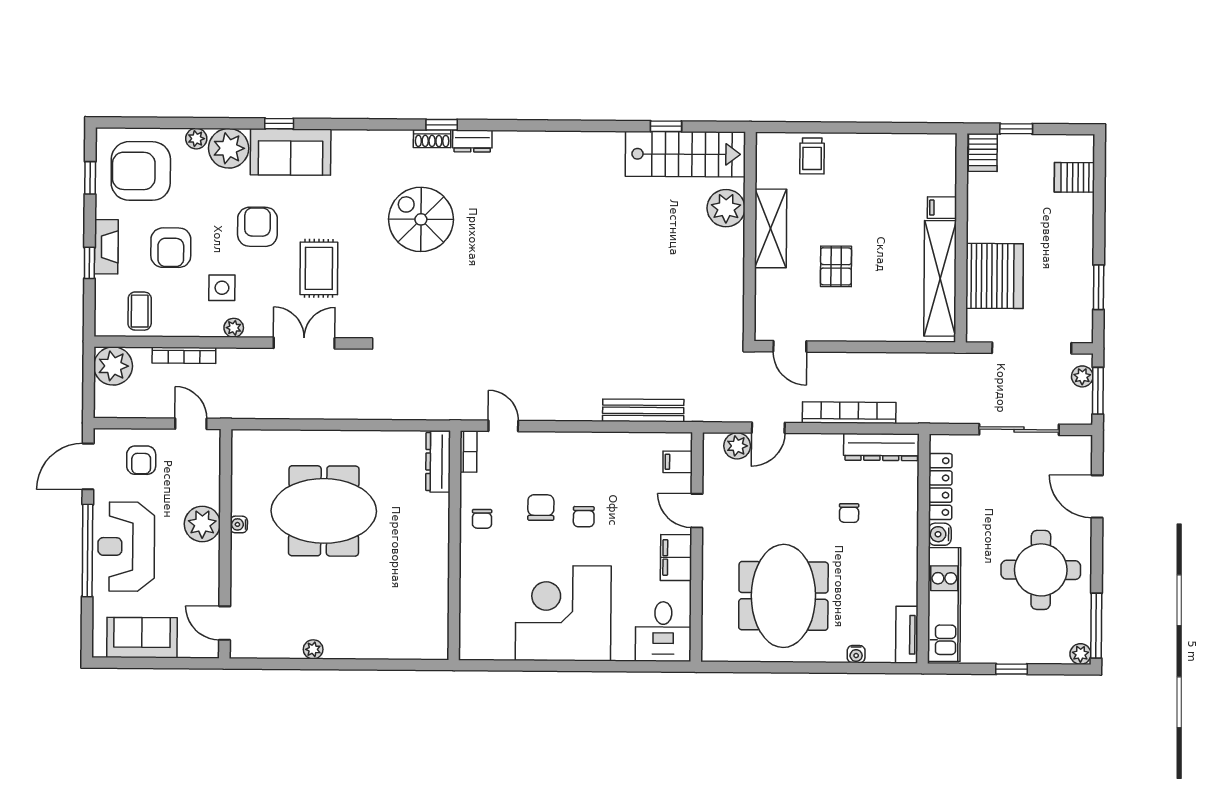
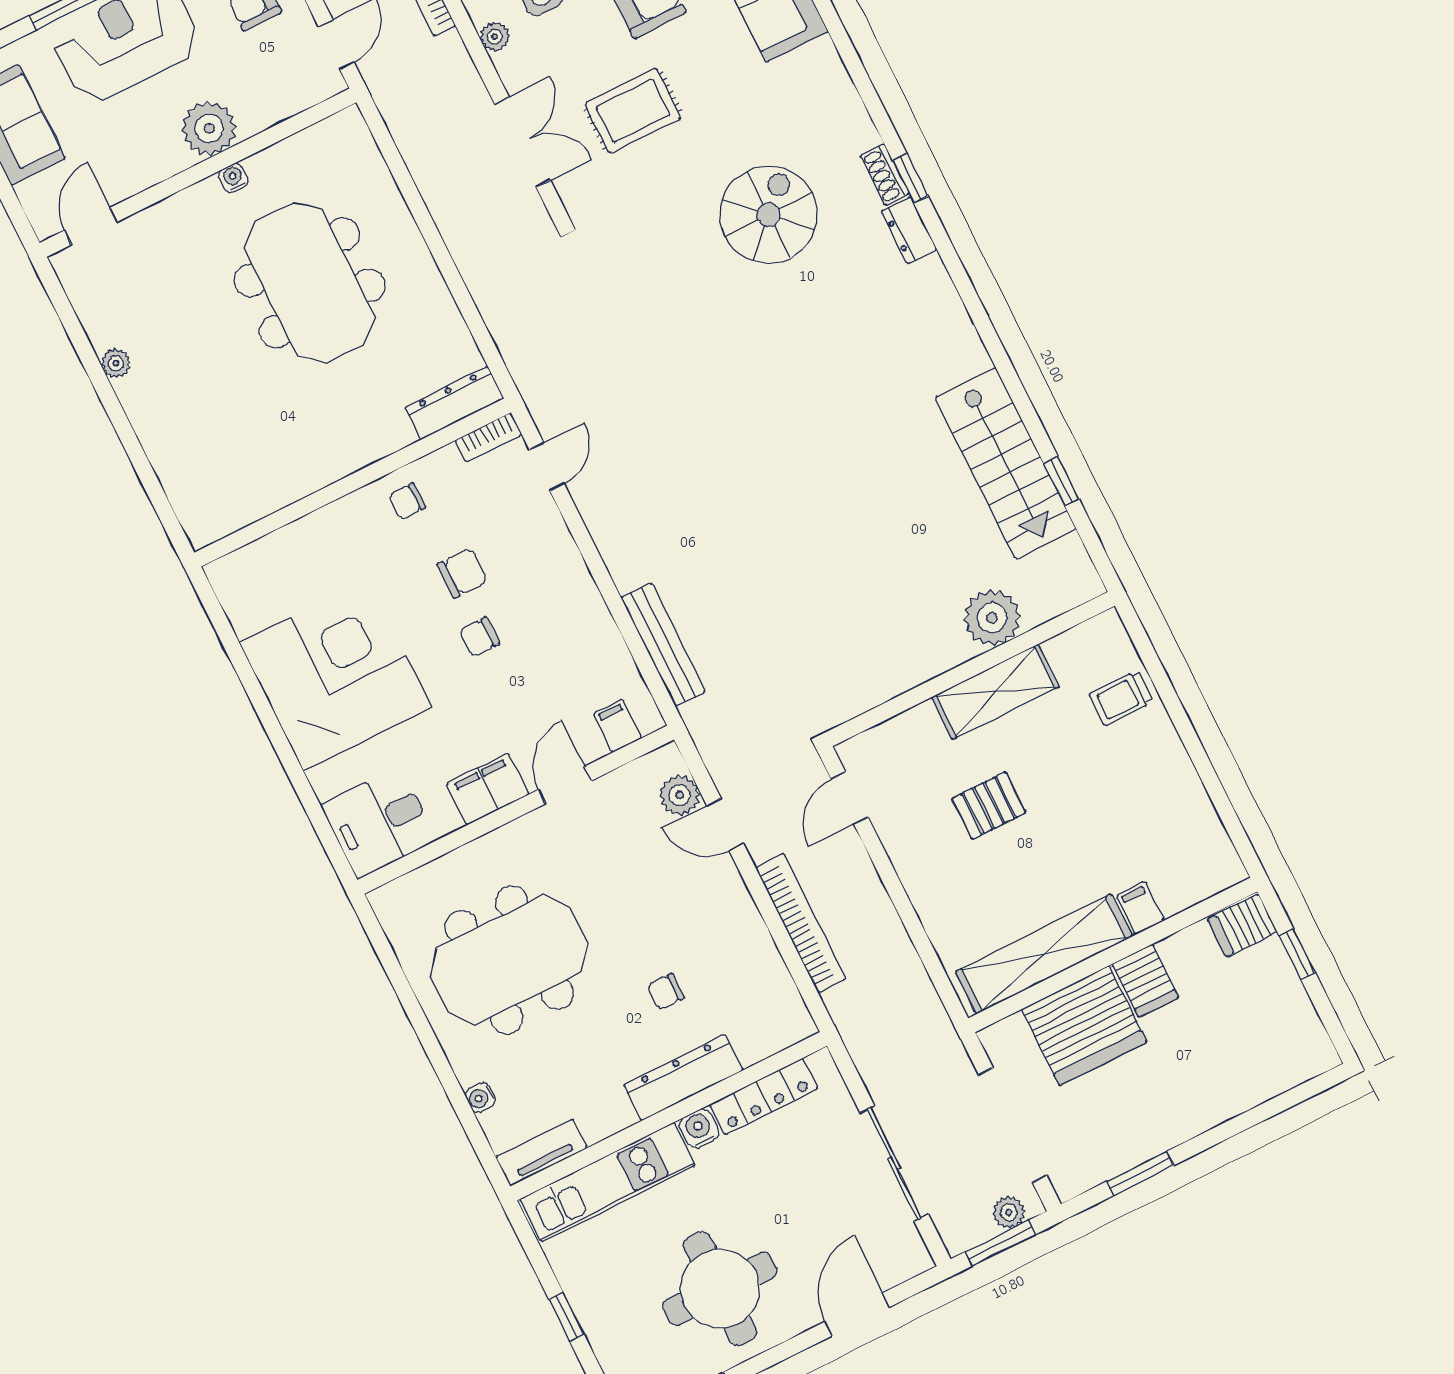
stairs: (685, 154) -> (1006, 463), moved
server rack: (1074, 177) -> (1145, 981), moved, turned 180
dresser: (881, 447) -> (683, 1078), moved, turned 90

